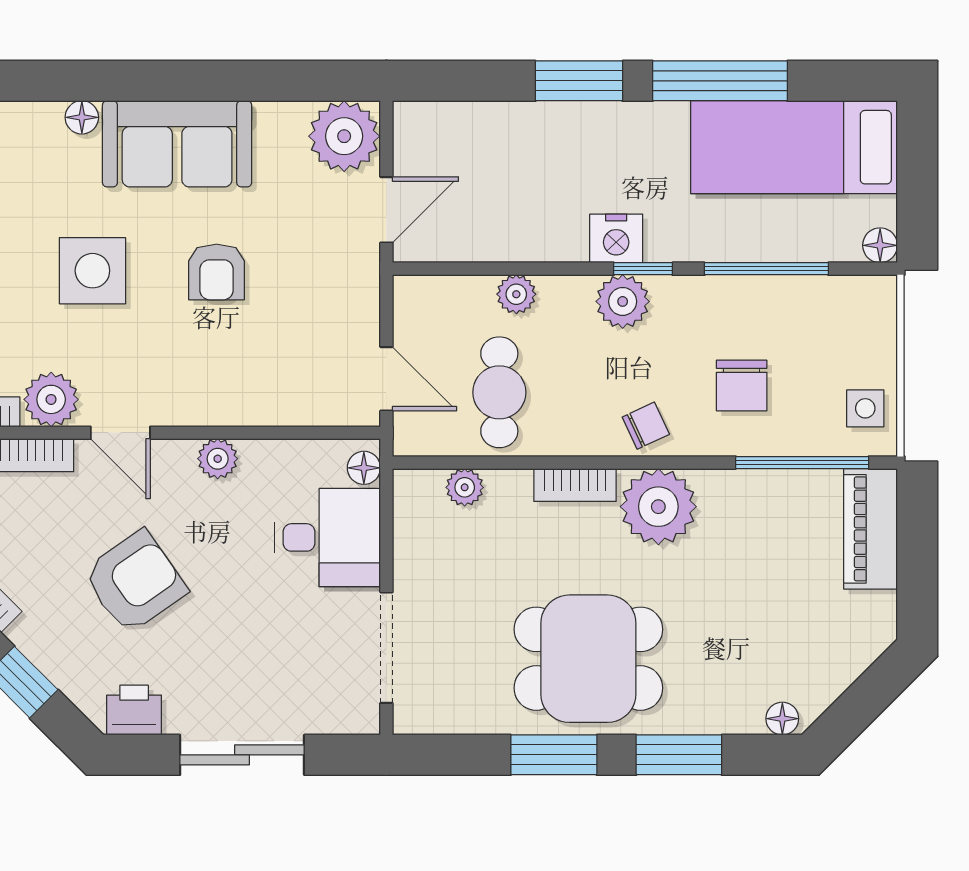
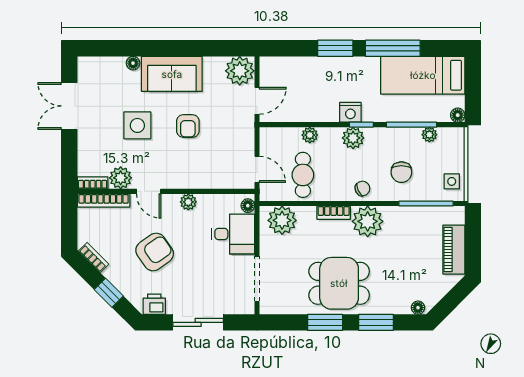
plant: (810, 293) -> (429, 135), added
plant: (465, 487) -> (282, 220), width x1.87, depth x1.87
piano: (871, 529) -> (454, 250), moved

